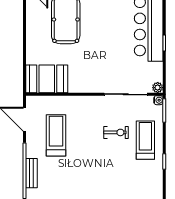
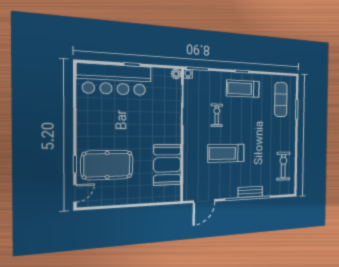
booth: (47, 79) -> (167, 165), moved
treadmill: (56, 135) -> (226, 153), moved
treadmill: (145, 140) -> (243, 89), moved

